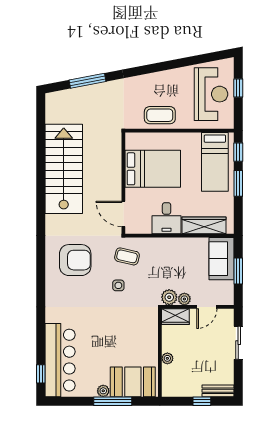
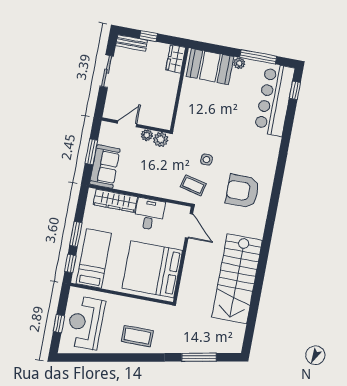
coffee table: (160, 115) -> (137, 336), moved
bed: (153, 169) -> (152, 269), width x1.36
wardrobe: (175, 317) -> (176, 59), moved, turned -90
sliding door: (238, 343) -> (107, 71), moved
plant: (167, 358) -> (173, 82), removed
window: (113, 401) -> (258, 57), moved

